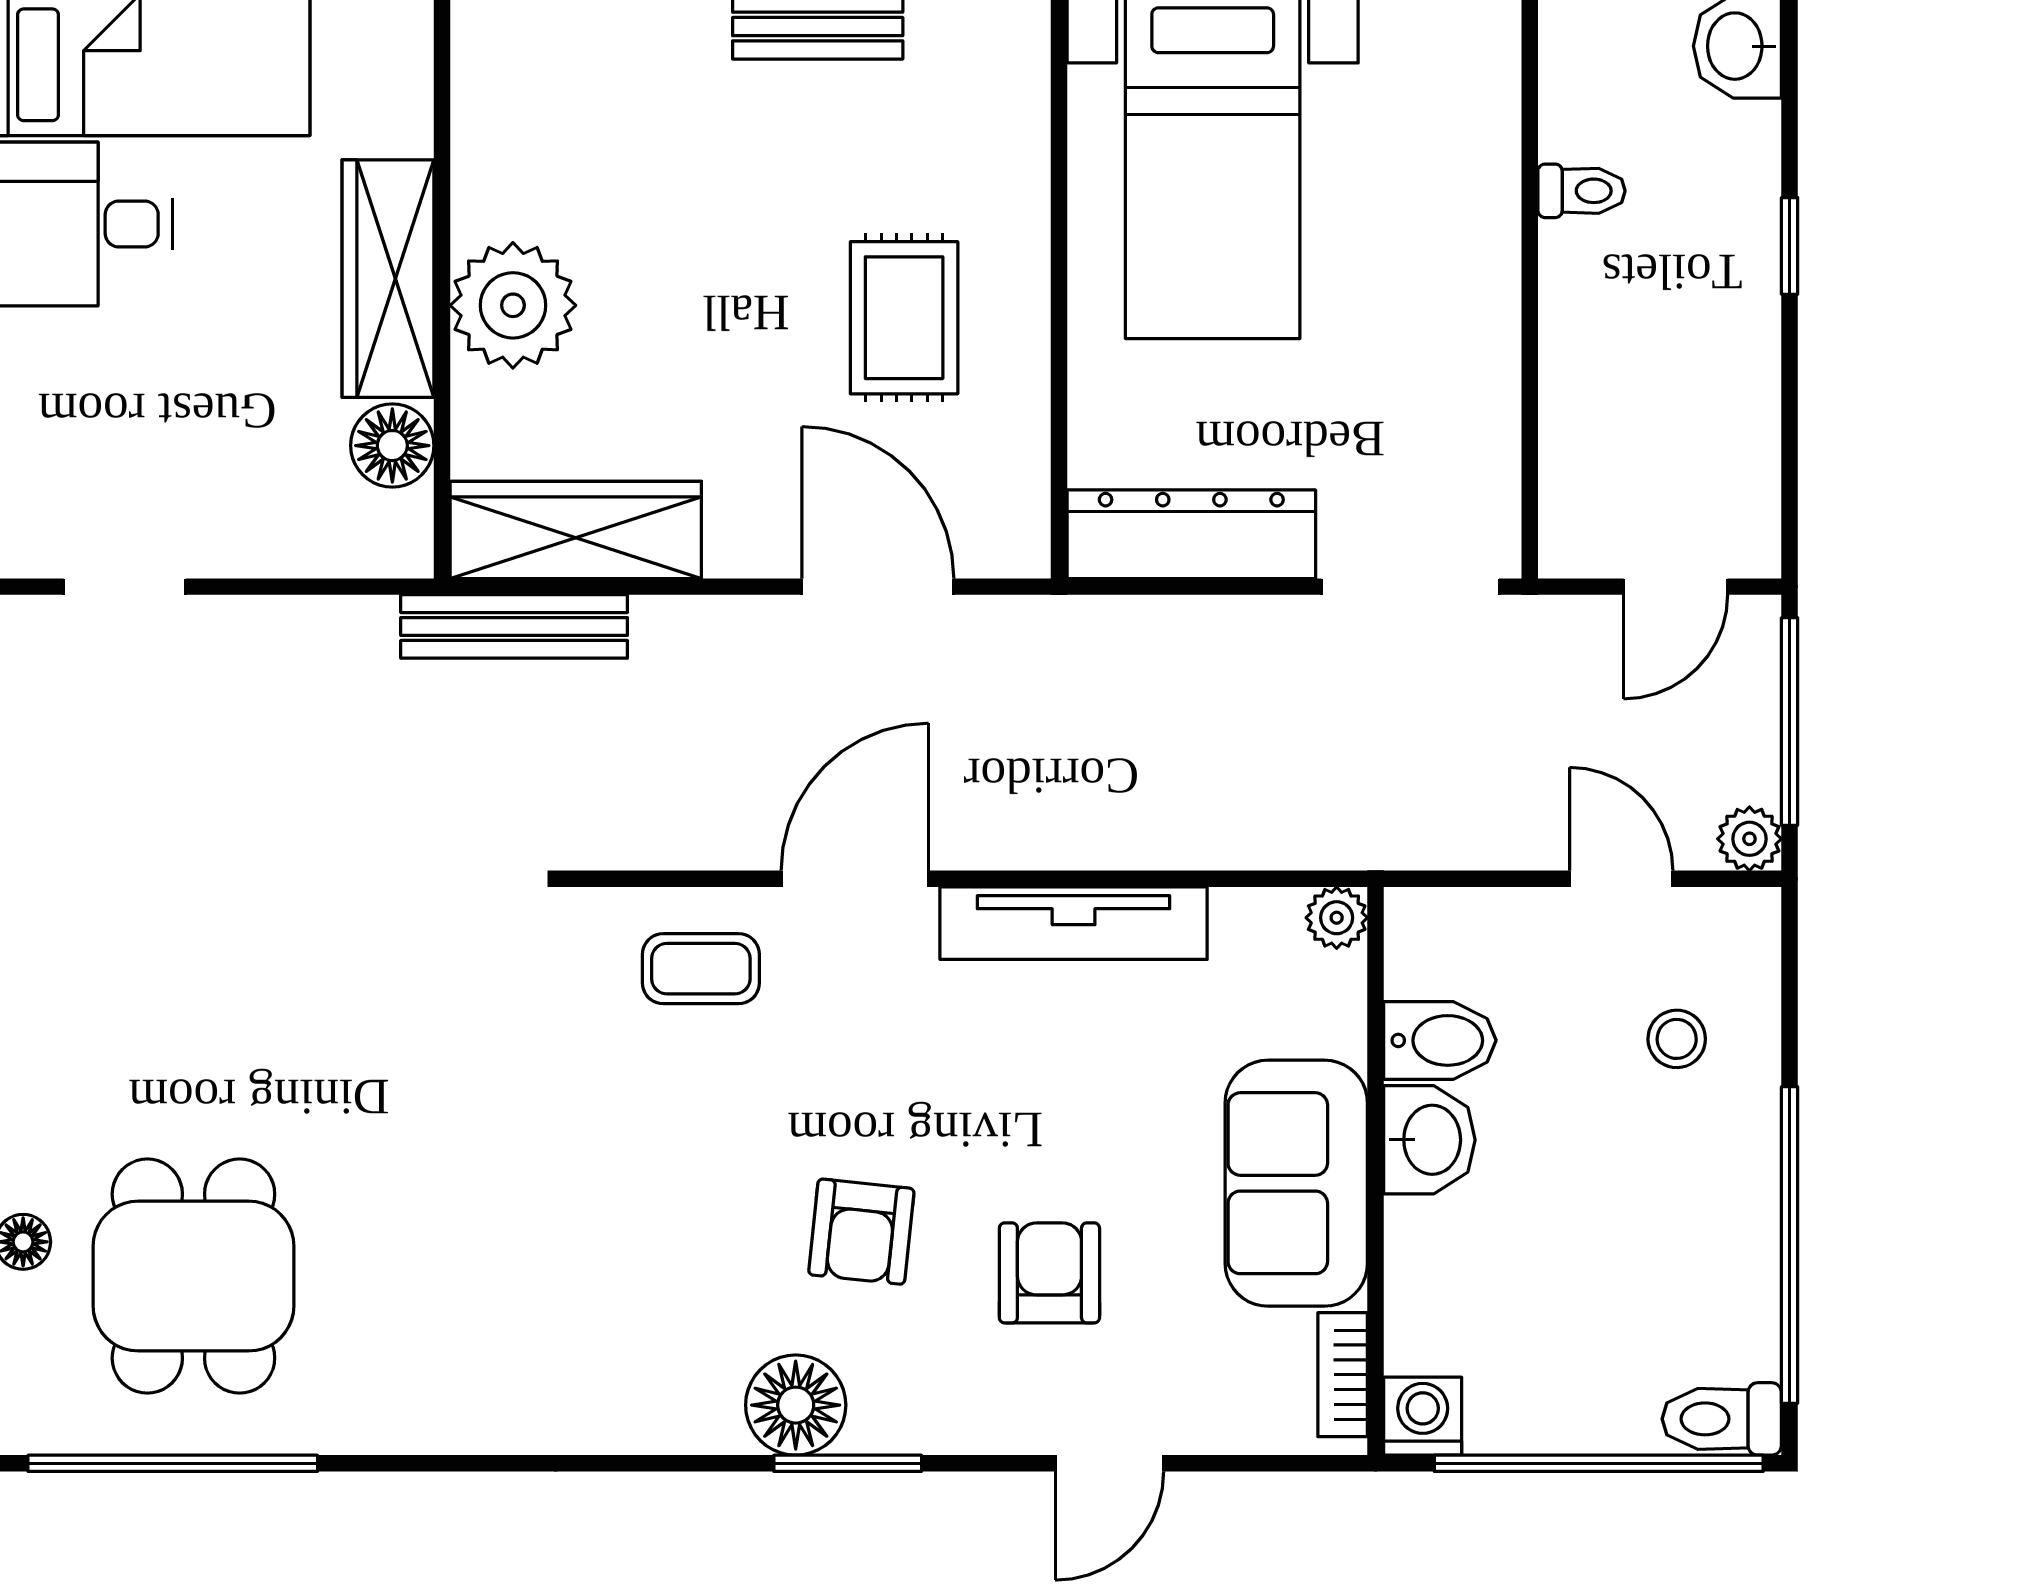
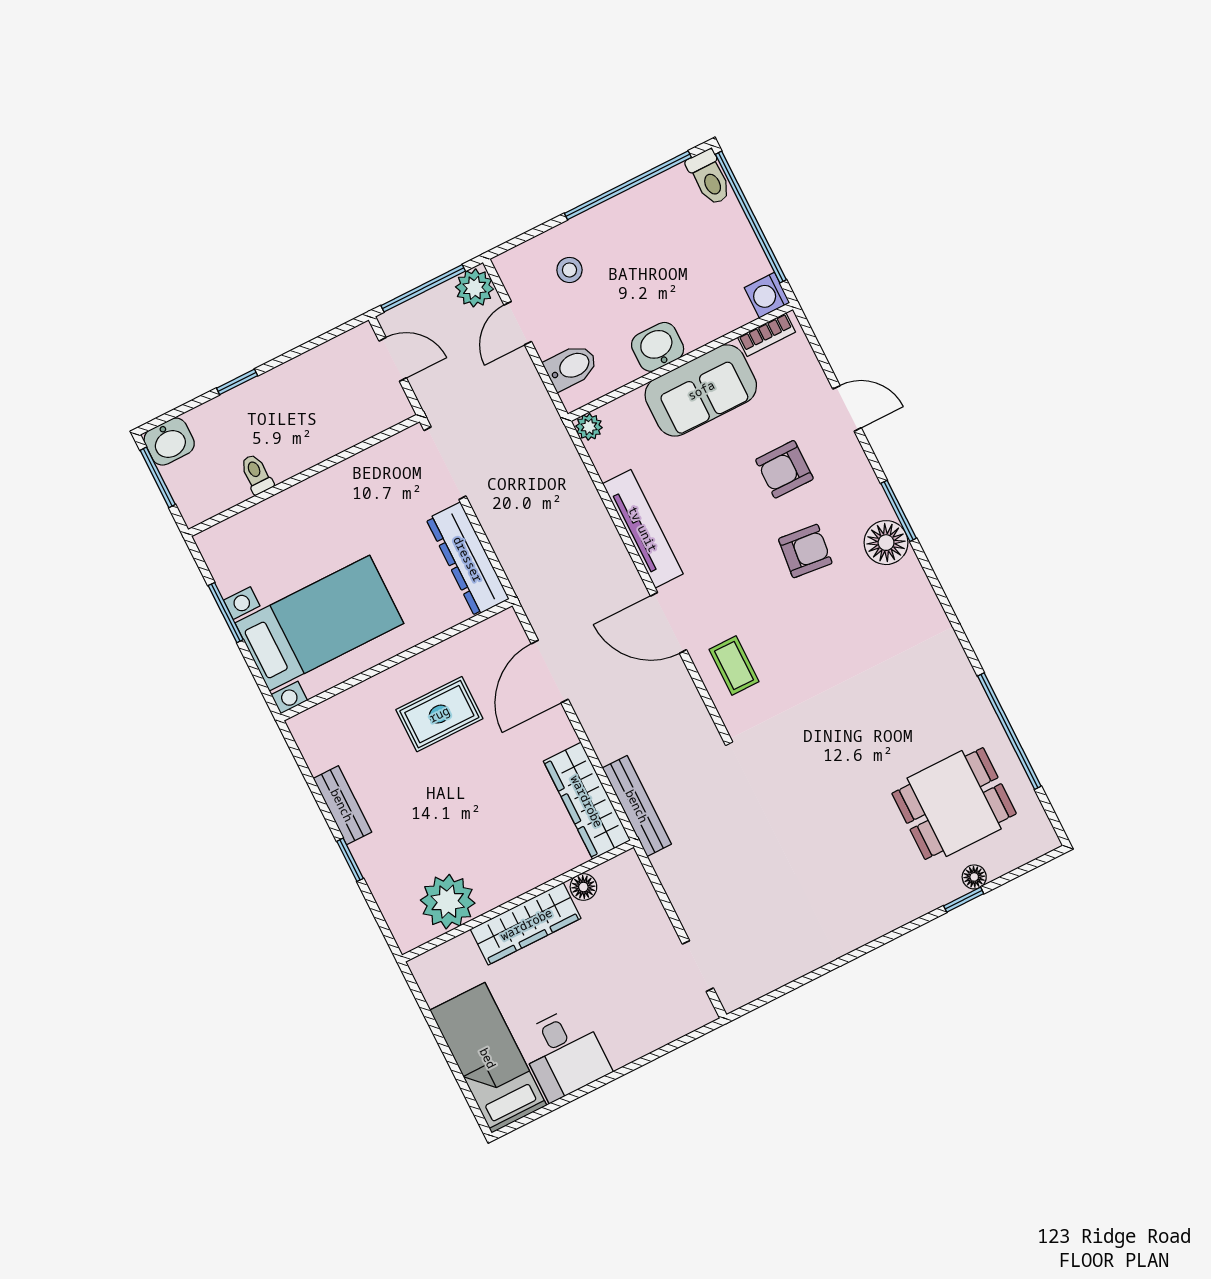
plant: (513, 305) -> (448, 902), moved
floor lamp: (392, 446) -> (583, 887), width x0.73, depth x0.73
plant: (1749, 839) -> (475, 288), width x1.38, depth x1.38
bidet: (1440, 1040) -> (571, 367), moved, turned 90
window: (173, 1463) -> (1009, 731), moved

